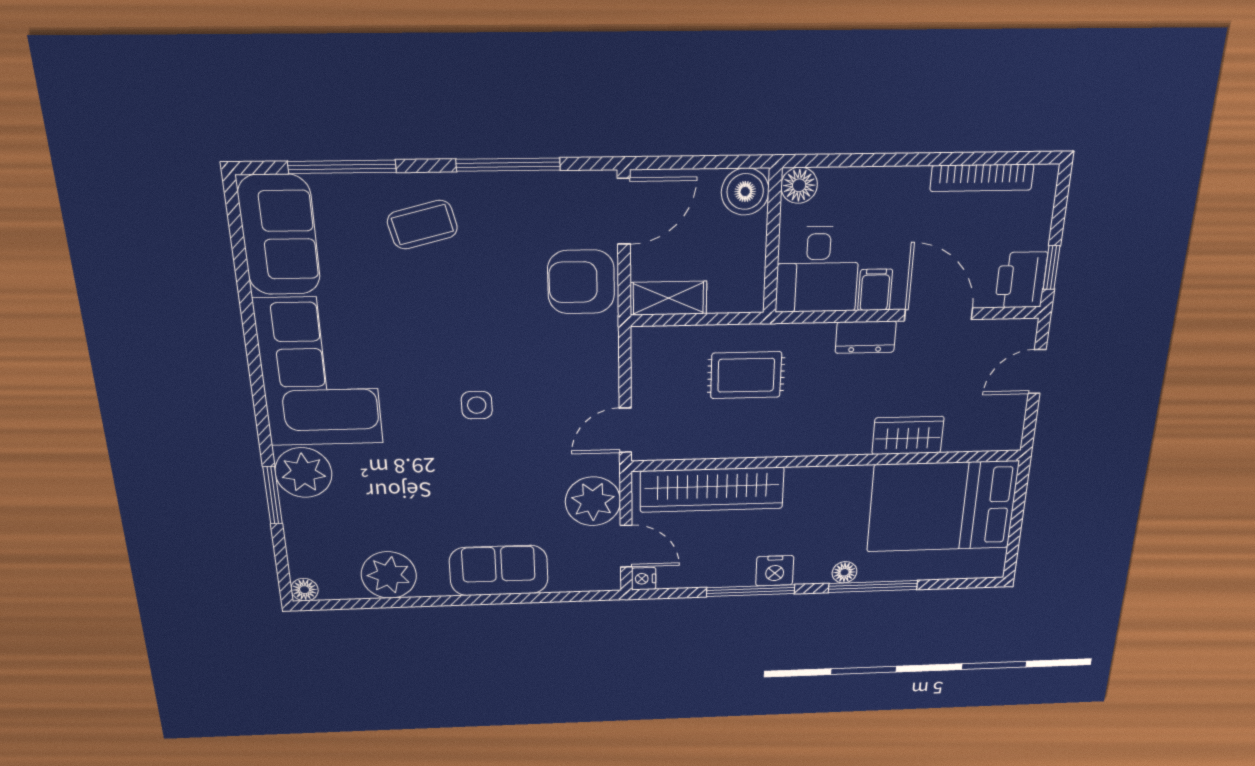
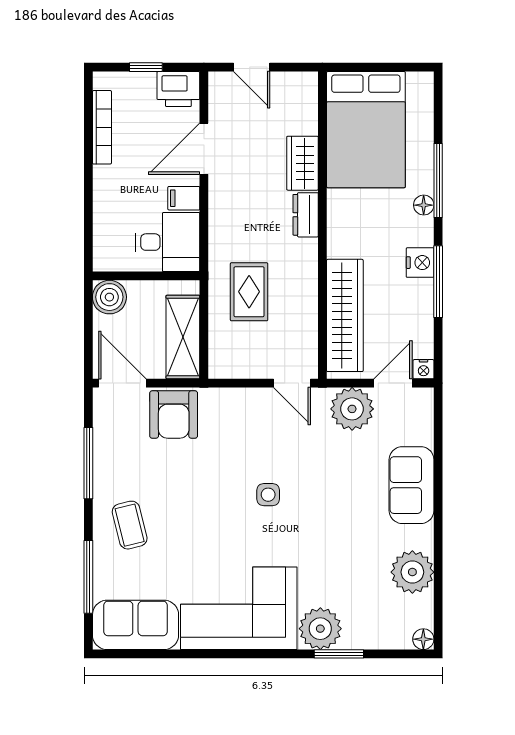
floor lamp: (799, 185) -> (105, 259), removed
window: (1052, 268) -> (146, 67), moved
shelving: (668, 298) -> (183, 337), width x1.50, depth x1.33
dresser: (866, 337) -> (306, 215), moved, turned 180

